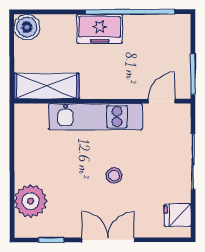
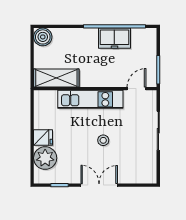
freezer: (100, 29) -> (114, 38), moved
fridge: (178, 215) -> (43, 138), moved, turned 180

